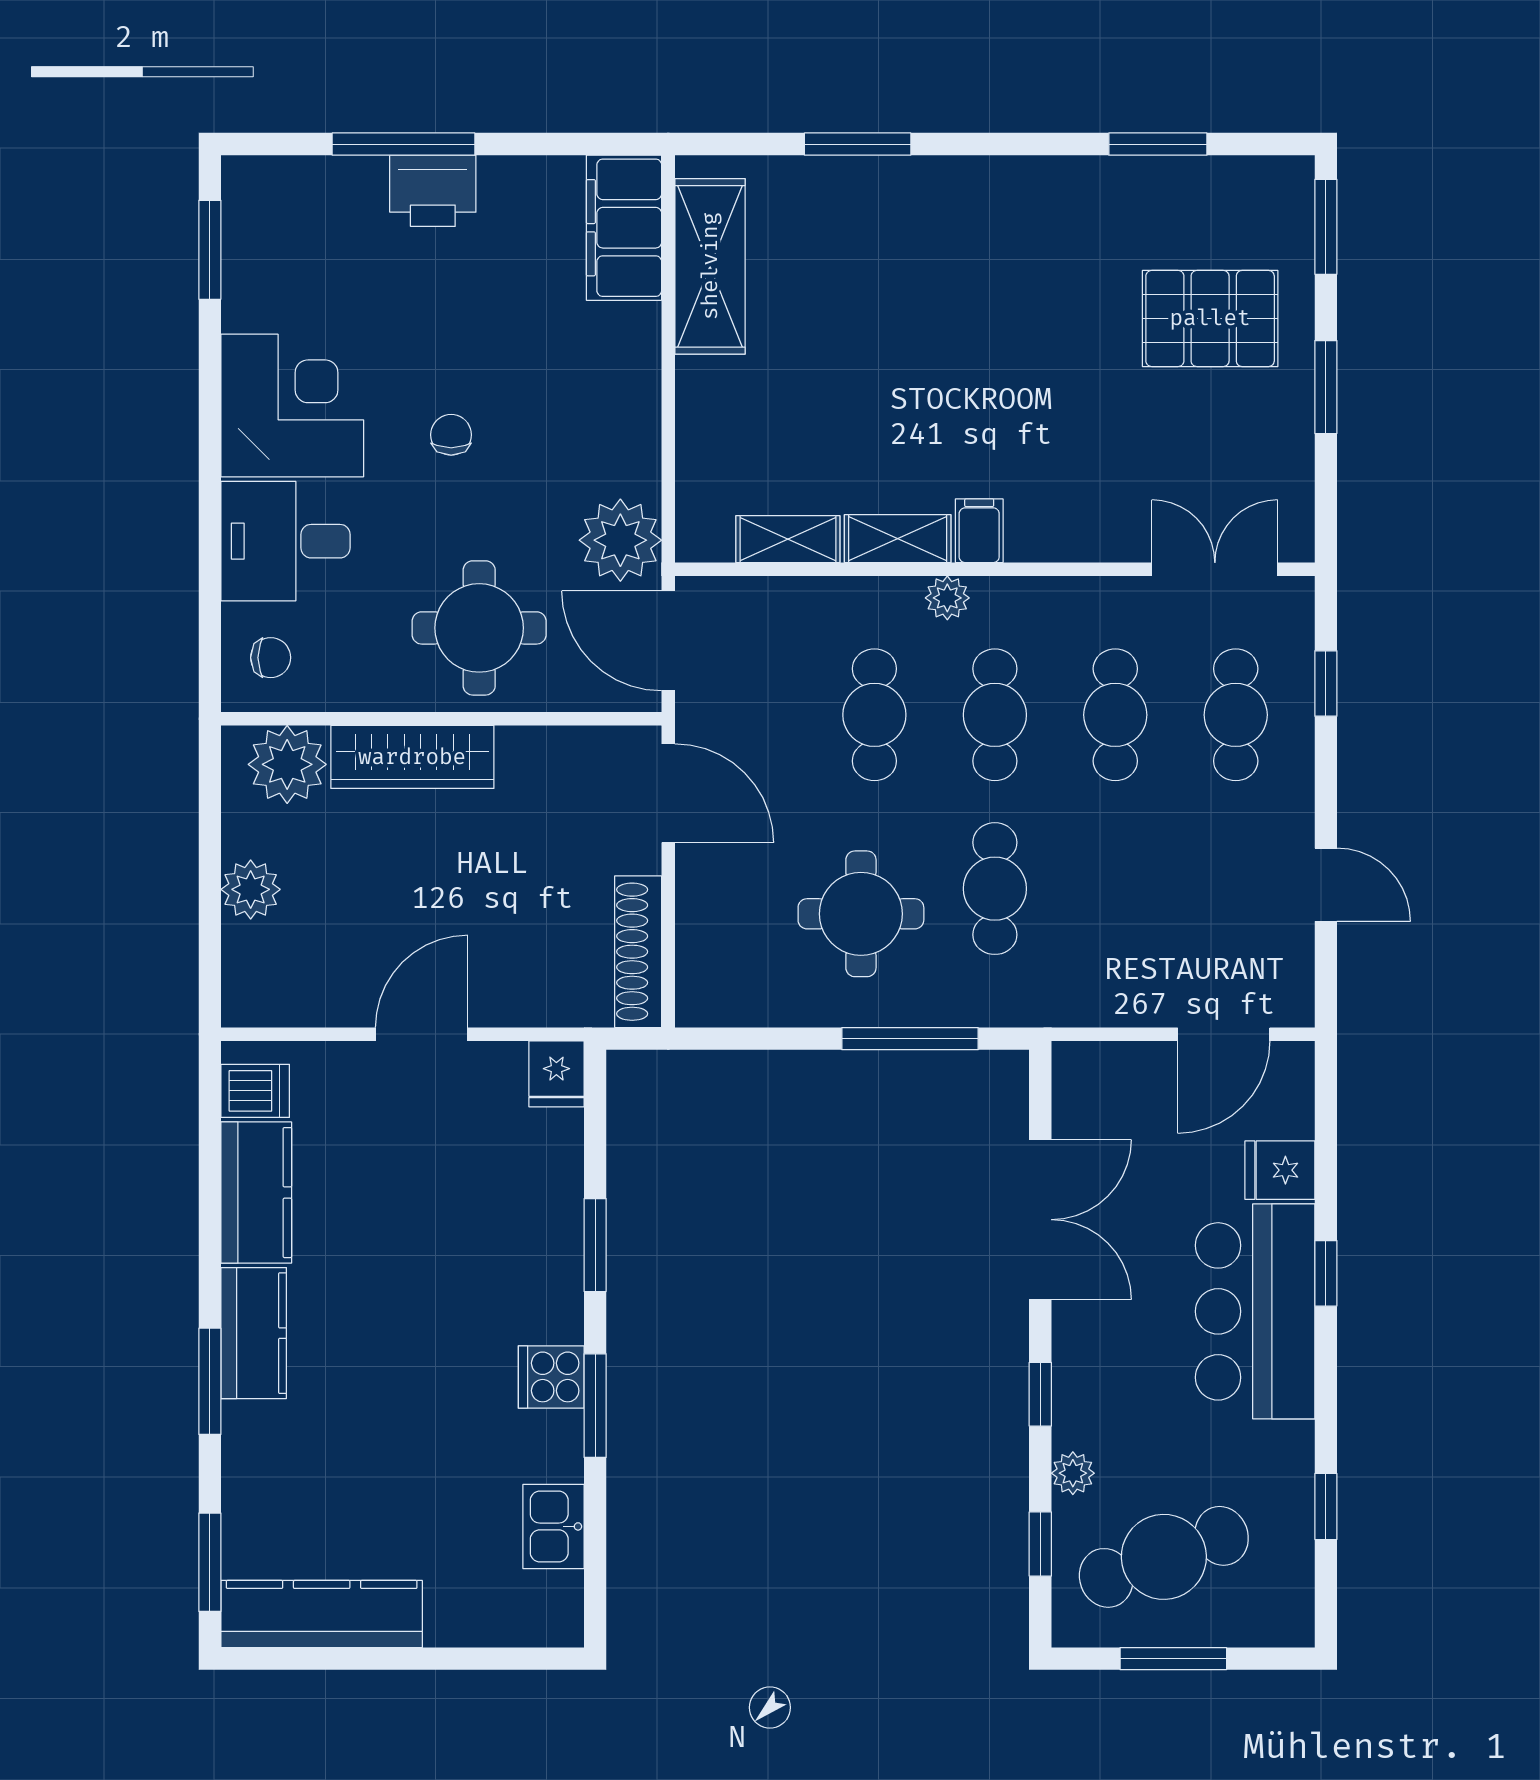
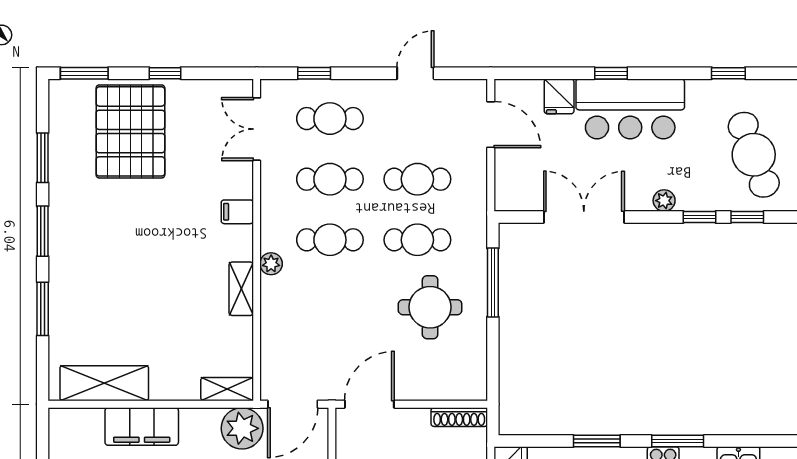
window: (1012, 144) -> (43, 231), added
filing cabinet: (624, 228) -> (142, 426), moved
pallet: (1210, 318) -> (130, 131), width x1.37, depth x1.41
window: (1326, 387) -> (165, 73), width x0.67
filing cabinet: (979, 531) -> (237, 212), moved
shelving: (788, 539) -> (227, 389), moved, turned 90
cafe table: (874, 715) -> (417, 179), moved
shoe rack: (638, 952) -> (459, 417), width x0.74, depth x0.81
window: (1040, 1394) -> (699, 217), moved
plant: (1073, 1473) -> (664, 201), moved

